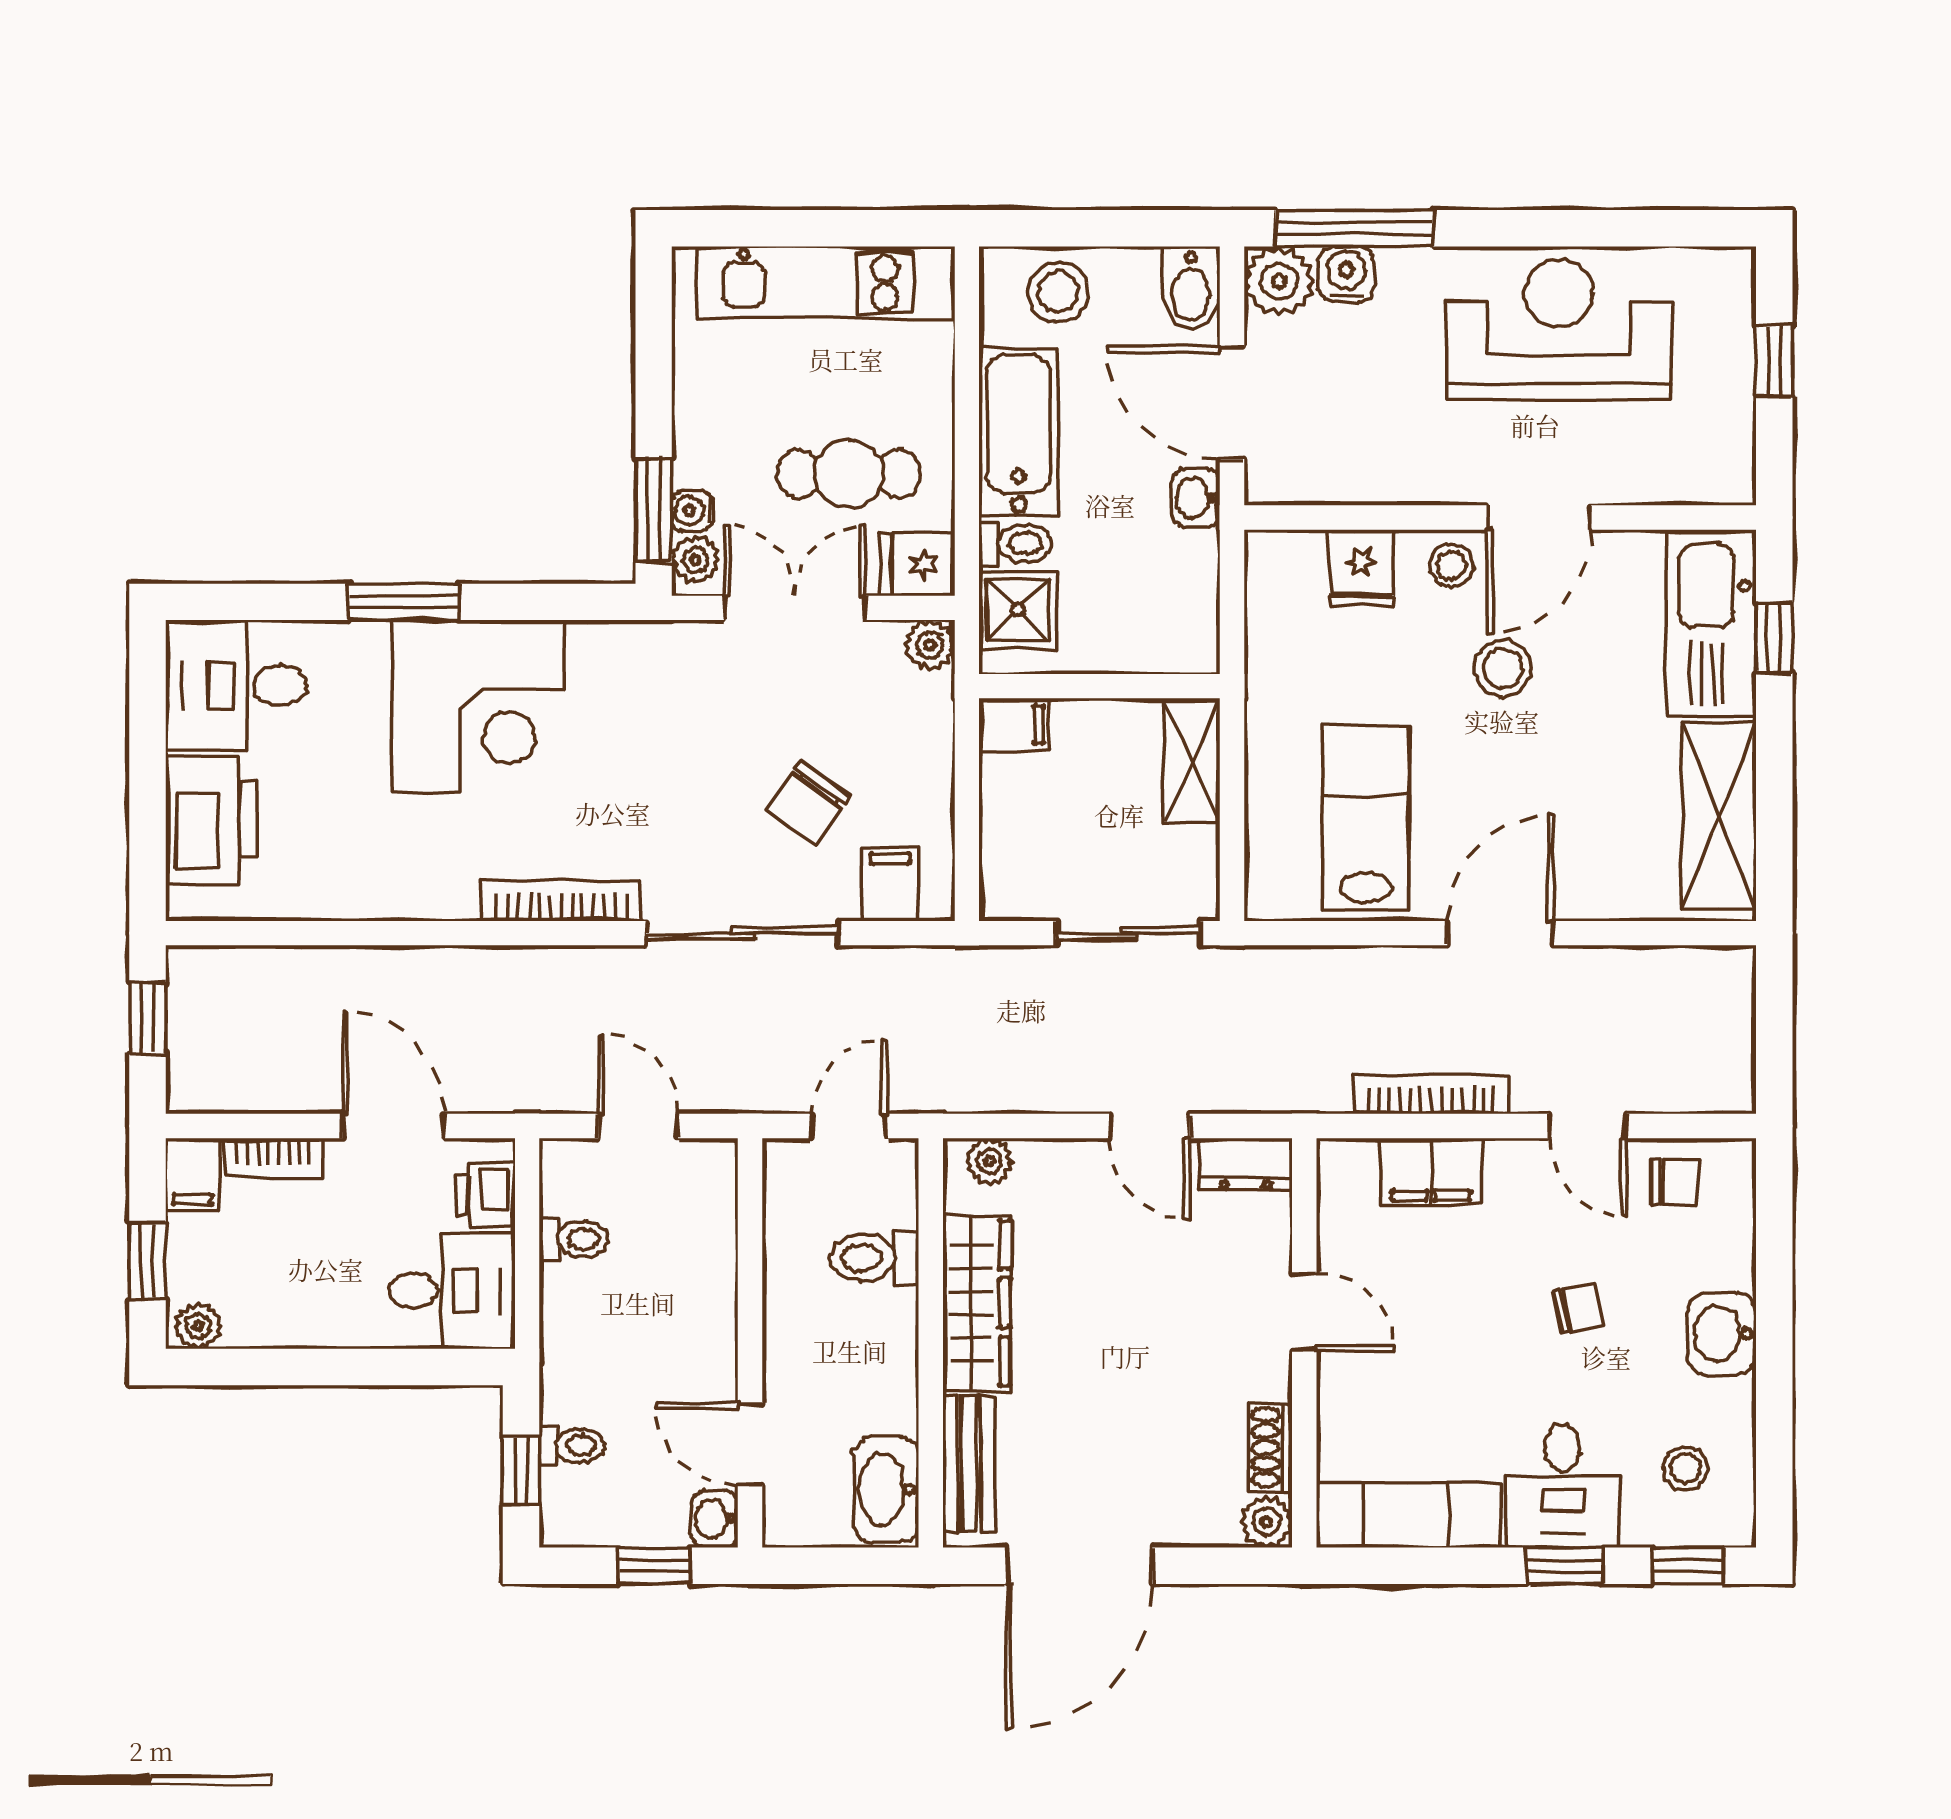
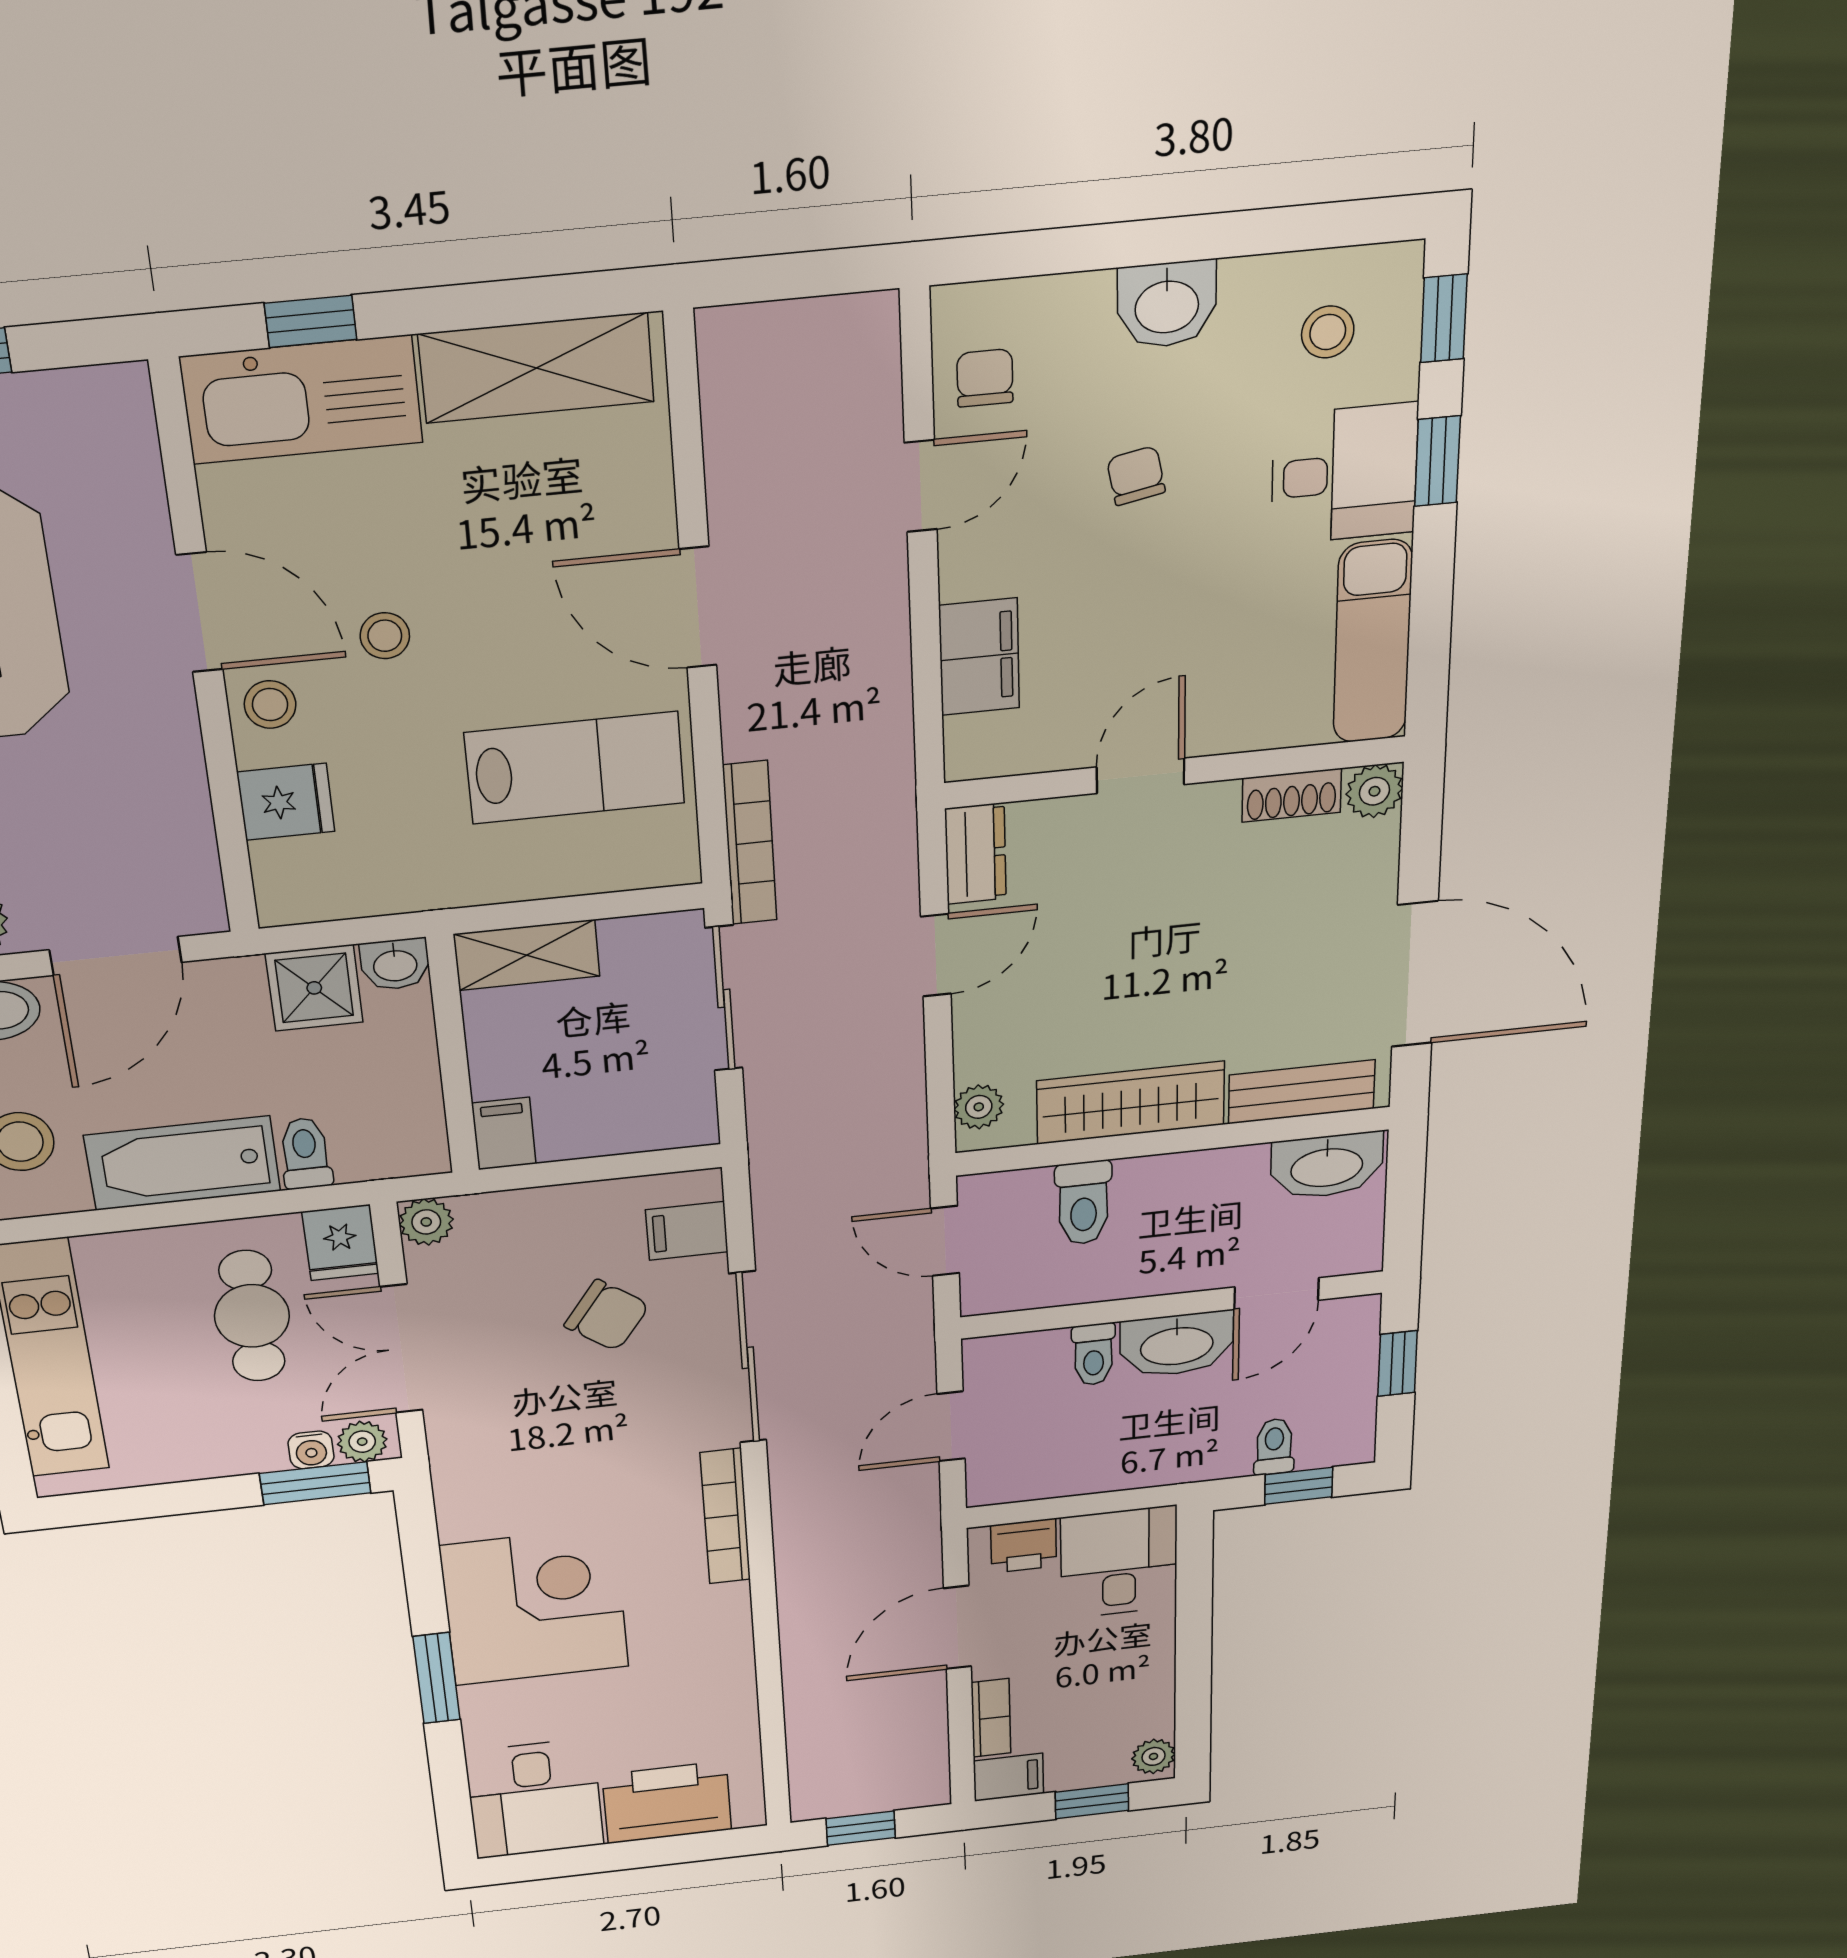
washbasin: (1196, 498) -> (395, 964), moved
shower: (1018, 609) -> (314, 988), moved
stool: (1503, 668) -> (385, 636), width x0.73, depth x0.73
lab bench: (1366, 818) -> (575, 768), turned 180
bookcase: (1431, 1094) -> (750, 843), moved, turned 180
toilet: (574, 1239) -> (1093, 1354), moved, turned 180
washbasin: (715, 1519) -> (1177, 1344), moved, width x1.91, depth x1.45

